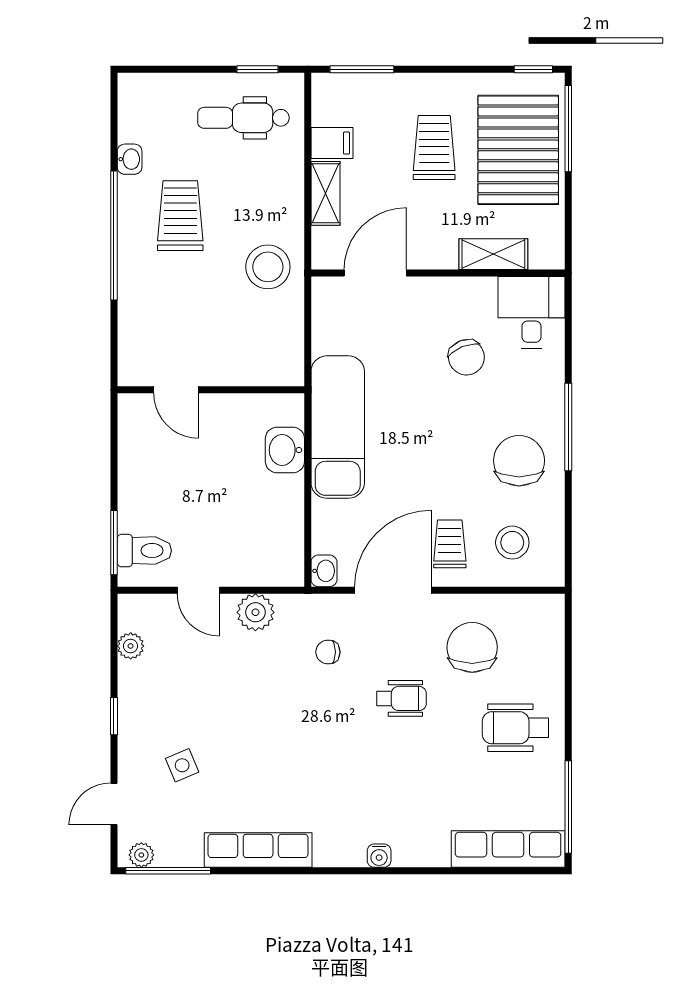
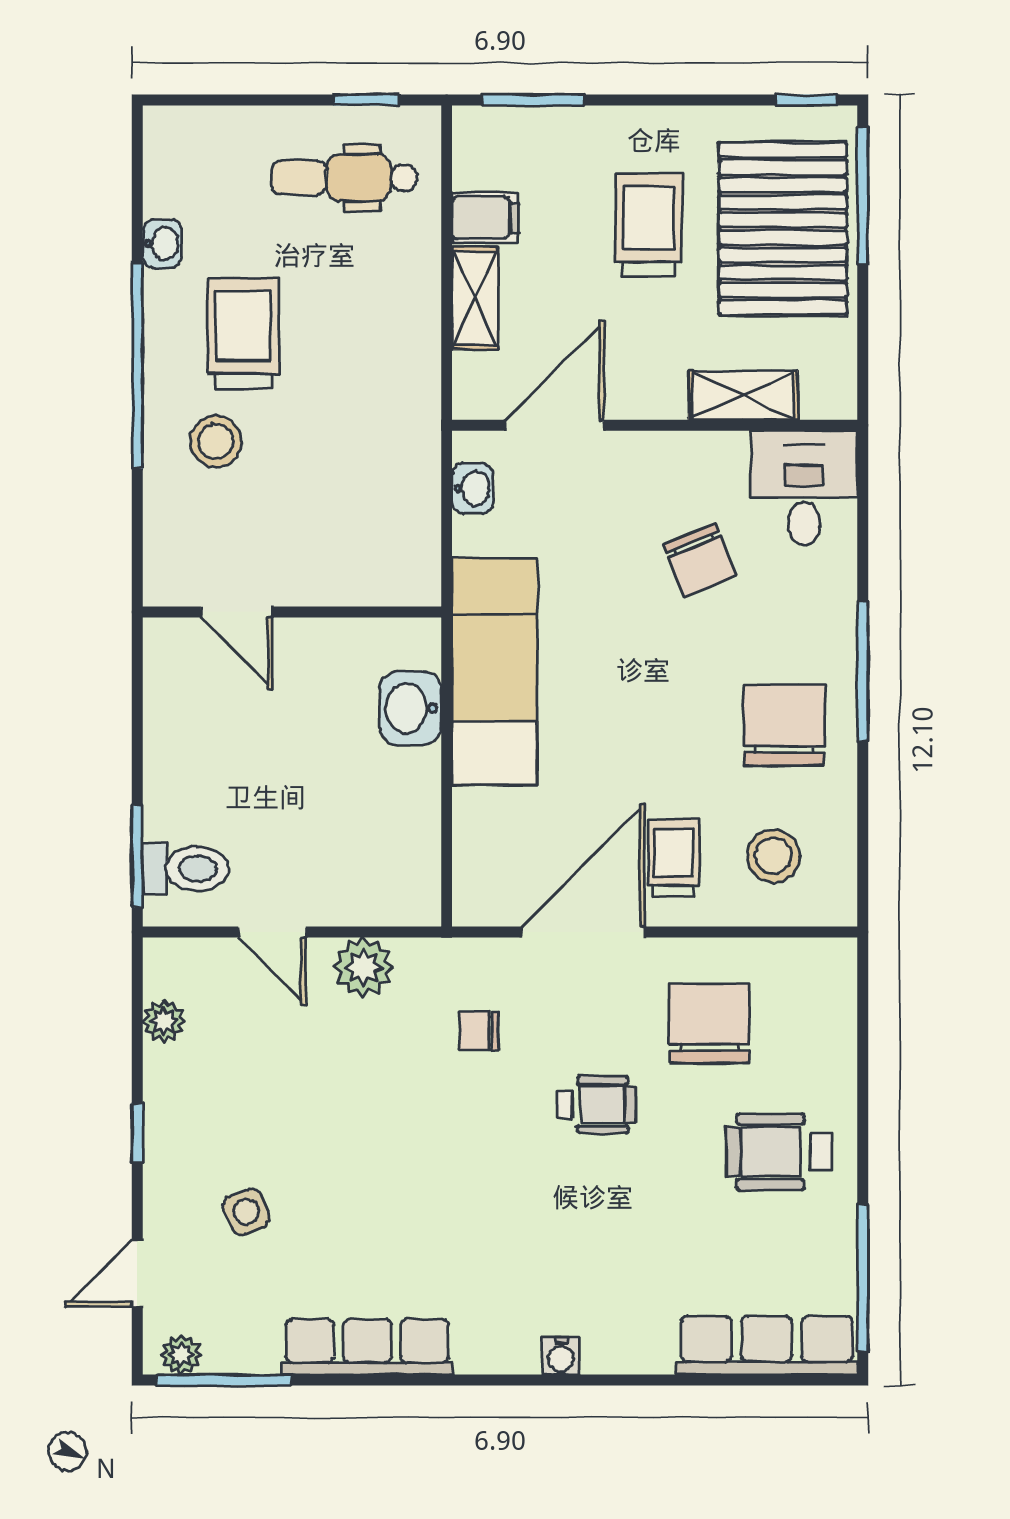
stool: (268, 267) -> (216, 441), moved, width x0.73, depth x0.73
washbasin: (324, 571) -> (473, 488), moved

